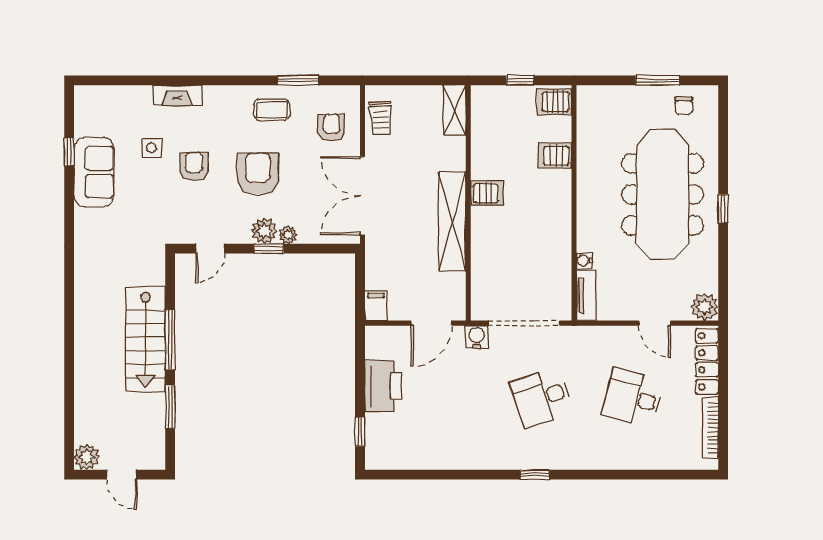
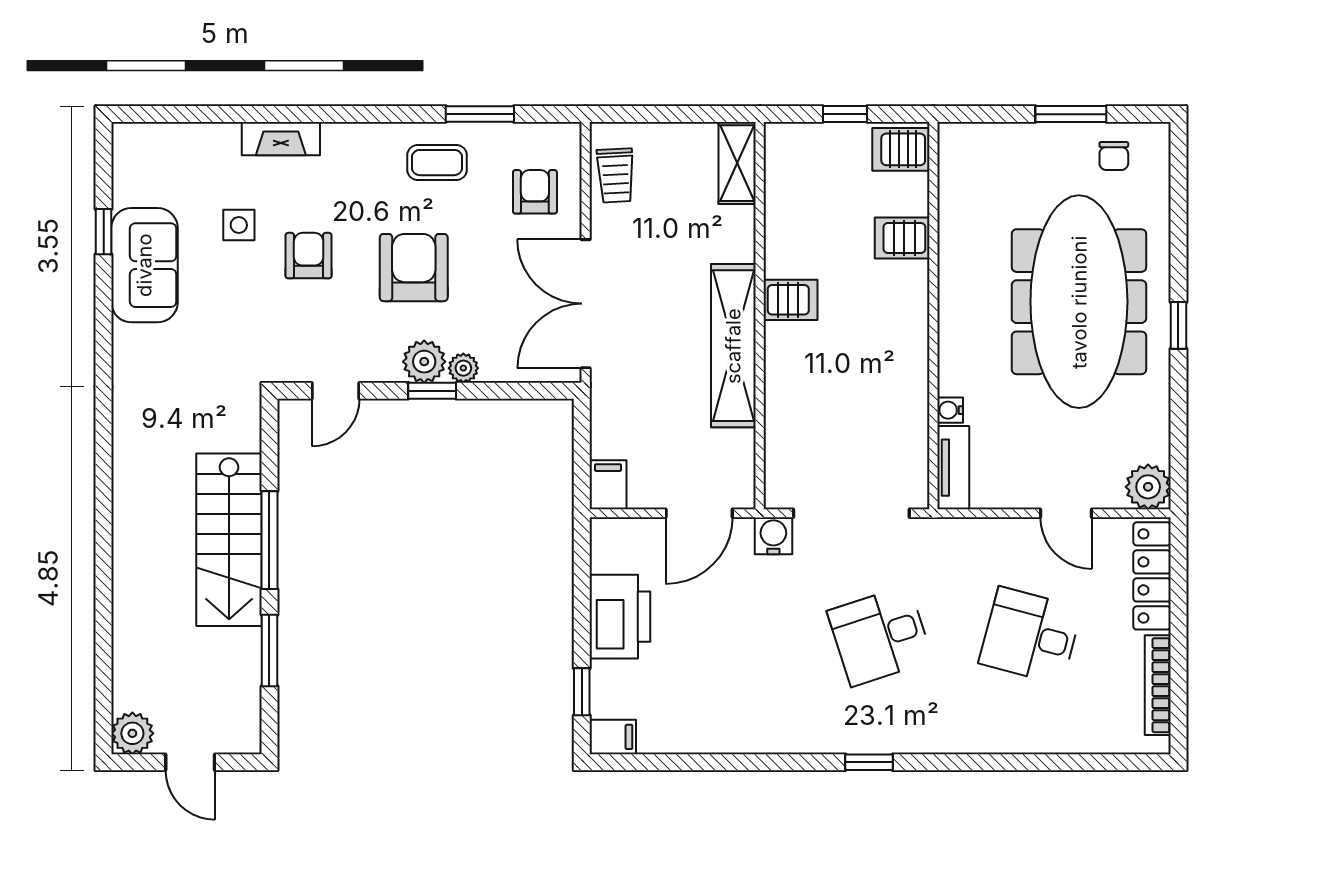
filing cabinet: (379, 459) -> (613, 737), added

